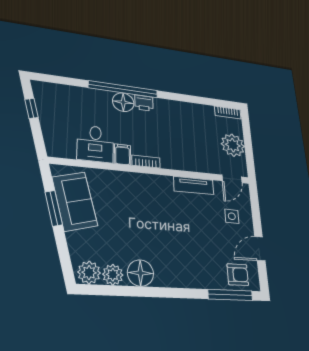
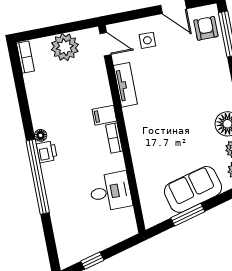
floor lamp: (123, 102) -> (41, 135), moved, width x0.53, depth x0.53
filing cabinet: (123, 154) -> (104, 115), moved
sofa: (75, 201) -> (193, 189), moved

